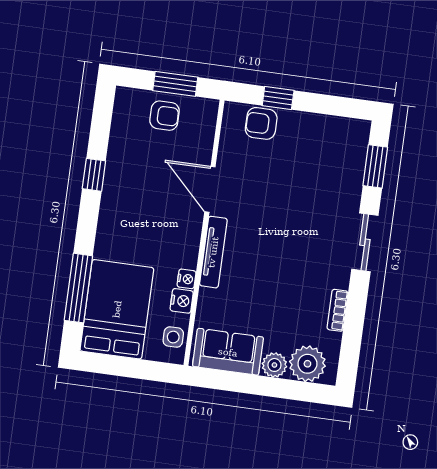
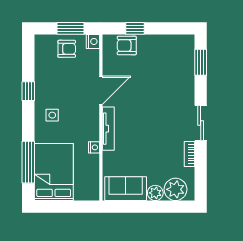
door: (210, 189) -> (101, 90), swing flipped
sliding door: (365, 242) -> (201, 123), moved
nightstand: (182, 301) -> (93, 41), moved
side table: (173, 337) -> (52, 115), moved

